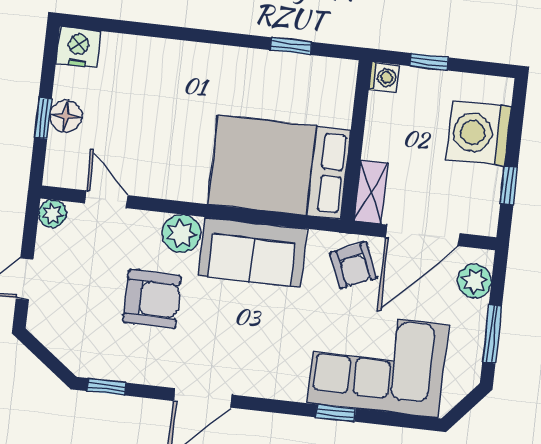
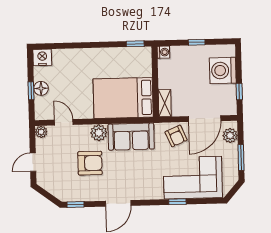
washing machine: (384, 77) -> (163, 52), moved
wall: (356, 141) -> (155, 82), moved
bed: (279, 167) -> (123, 98), moved
shelving: (371, 192) -> (165, 103), moved

